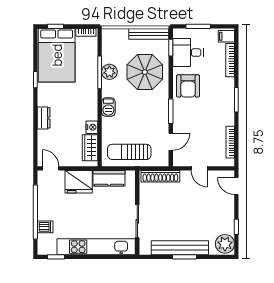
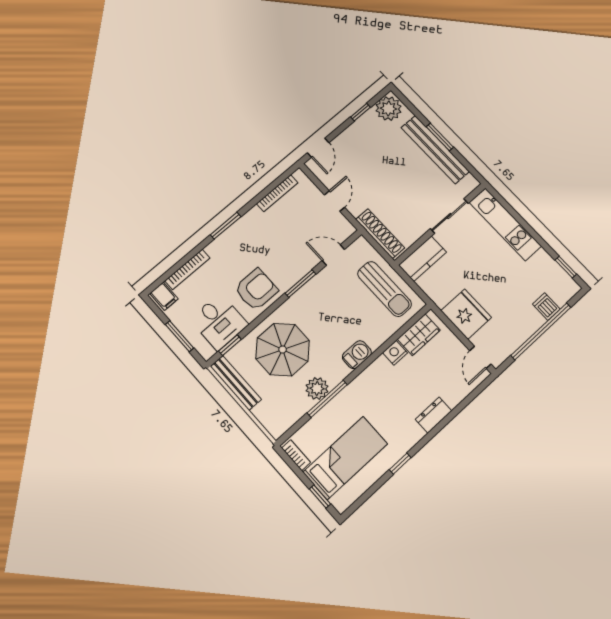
bed: (57, 55) -> (345, 458), width x0.67
kitchen counter: (109, 178) -> (423, 259), moved, turned 90
kitchen unit: (96, 247) -> (505, 224), width x0.73

